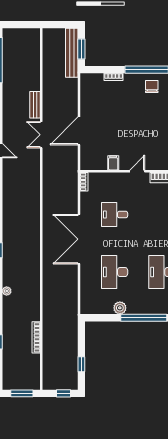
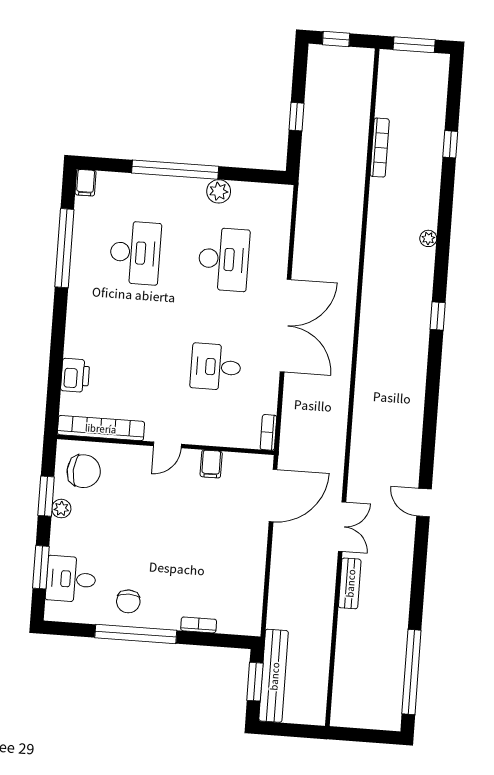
door: (79, 131) -> (273, 496), moved
desk: (115, 215) -> (216, 367), turned 180
window: (81, 364) -> (296, 117), moved

